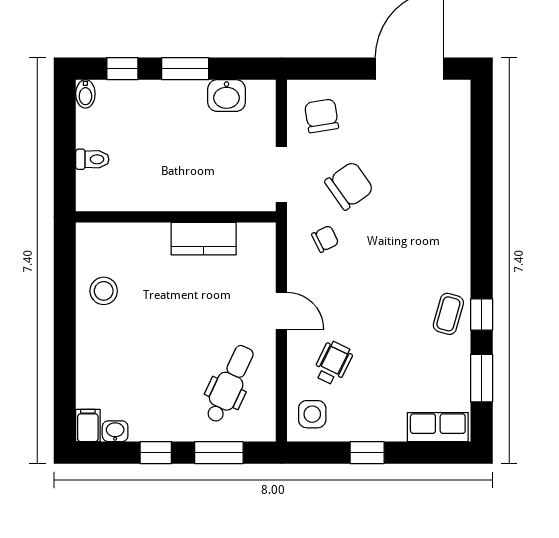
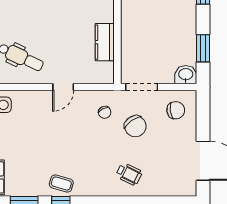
window: (185, 69) -> (203, 48), moved
washbasin: (227, 96) -> (186, 75), moved, turned 90
wheelchair: (333, 363) -> (129, 174), moved

